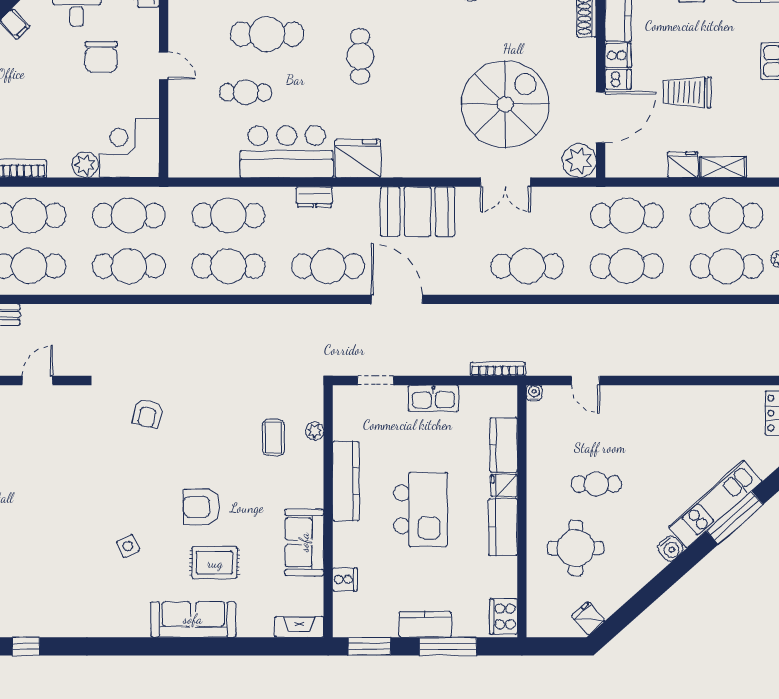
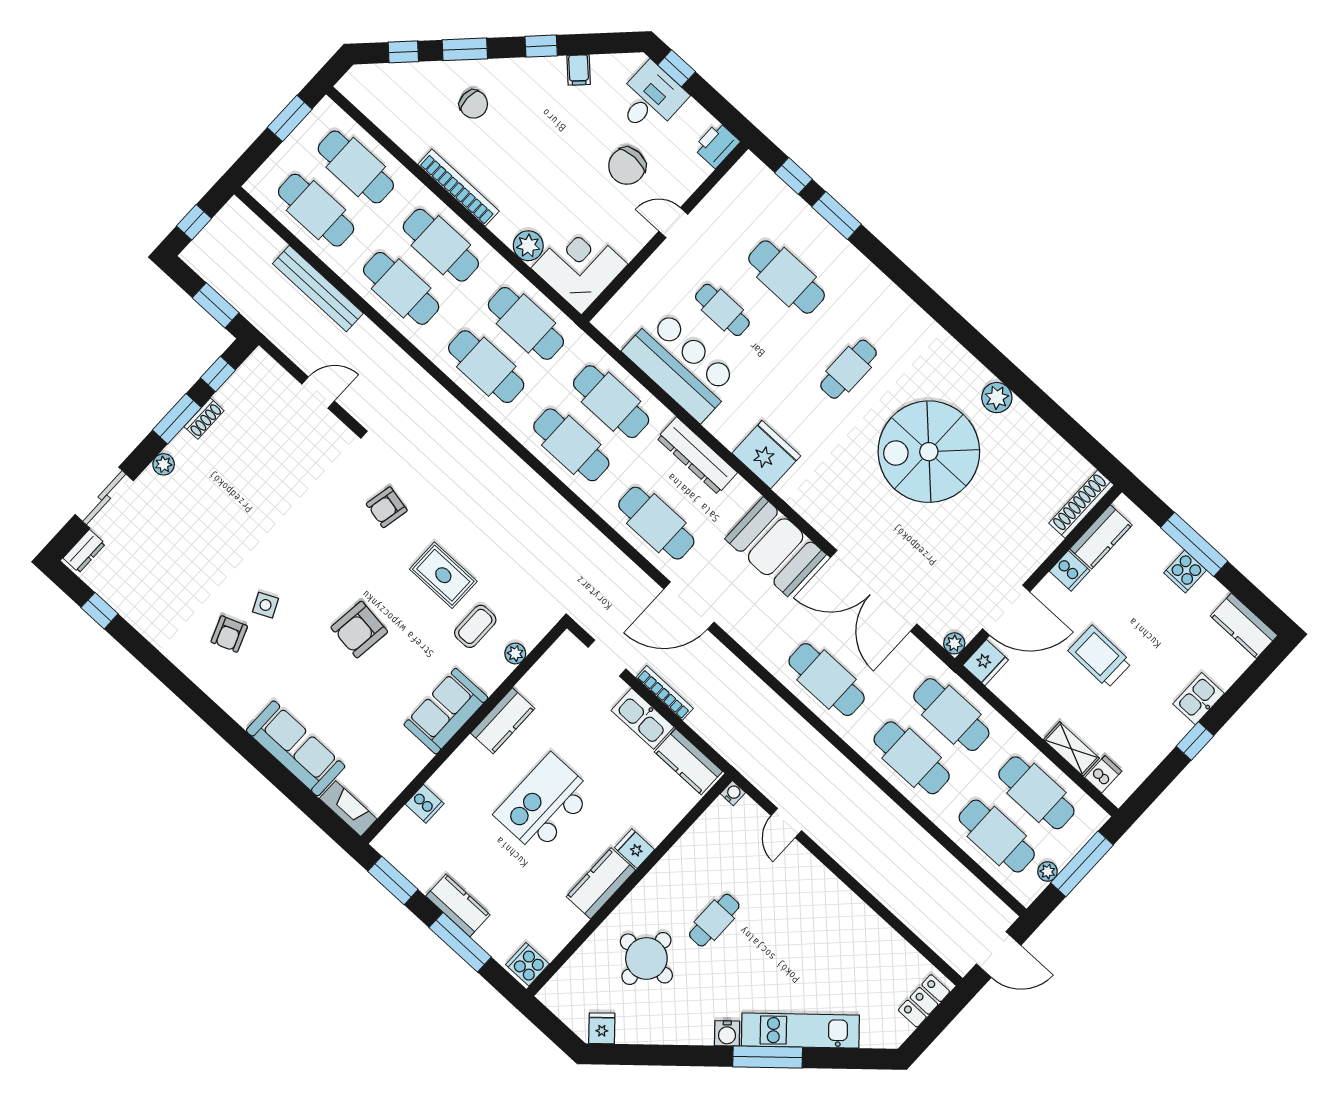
door: (164, 66) -> (673, 223), swing flipped
dishwasher: (618, 79) -> (1103, 774), moved, turned -90
spiral stairs: (505, 104) -> (929, 452), moved, turned 180
bar counter: (287, 152) -> (681, 366), moved
plant: (579, 161) -> (954, 643), width x0.53, depth x0.53
fridge: (683, 165) -> (986, 663), moved, turned 90
double door: (505, 182) -> (874, 591), width x1.87
dresser: (315, 197) -> (697, 456), width x1.96, depth x1.24
door: (397, 299) -> (689, 606), swing flipped
bookcase: (498, 369) -> (665, 693), moved
kitchen counter: (504, 445) -> (688, 762), moved, turned -90
kitchen counter: (346, 481) -> (503, 721), width x0.67
cafe table: (596, 484) -> (714, 920), turned 90
armchair: (202, 507) -> (359, 630), turned -83
kitchen island: (421, 509) -> (544, 804), turned 180
window: (735, 518) -> (768, 1057), moved
sofa: (304, 542) -> (446, 711), moved
rug: (215, 563) -> (443, 575), moved
armchair: (122, 586) -> (229, 634), added
cooker: (504, 616) -> (527, 964), width x0.73
sofa: (193, 619) -> (296, 748), moved

